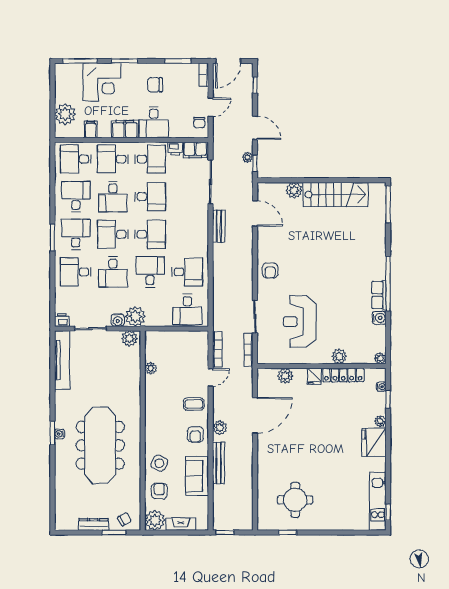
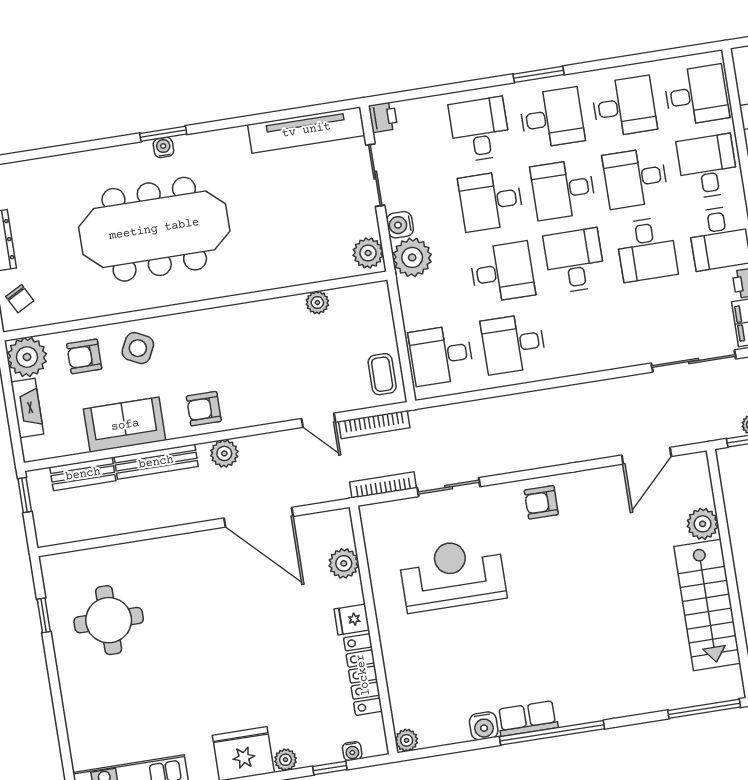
desk: (76, 159) -> (696, 95), turned 90
bench: (219, 226) -> (83, 474), moved
desk: (113, 234) -> (563, 189), turned -90
desk: (150, 234) -> (574, 261), turned 180
desk: (187, 272) -> (514, 344), turned 90
plant: (339, 357) -> (397, 661), removed
coffee table: (194, 404) -> (382, 374), moved
armchair: (159, 491) -> (84, 356), turned 180

